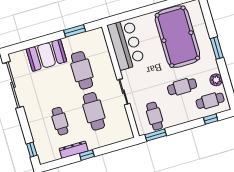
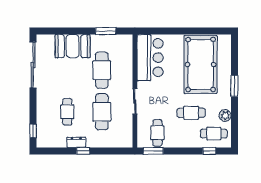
dresser: (74, 150) -> (76, 142), width x0.70

